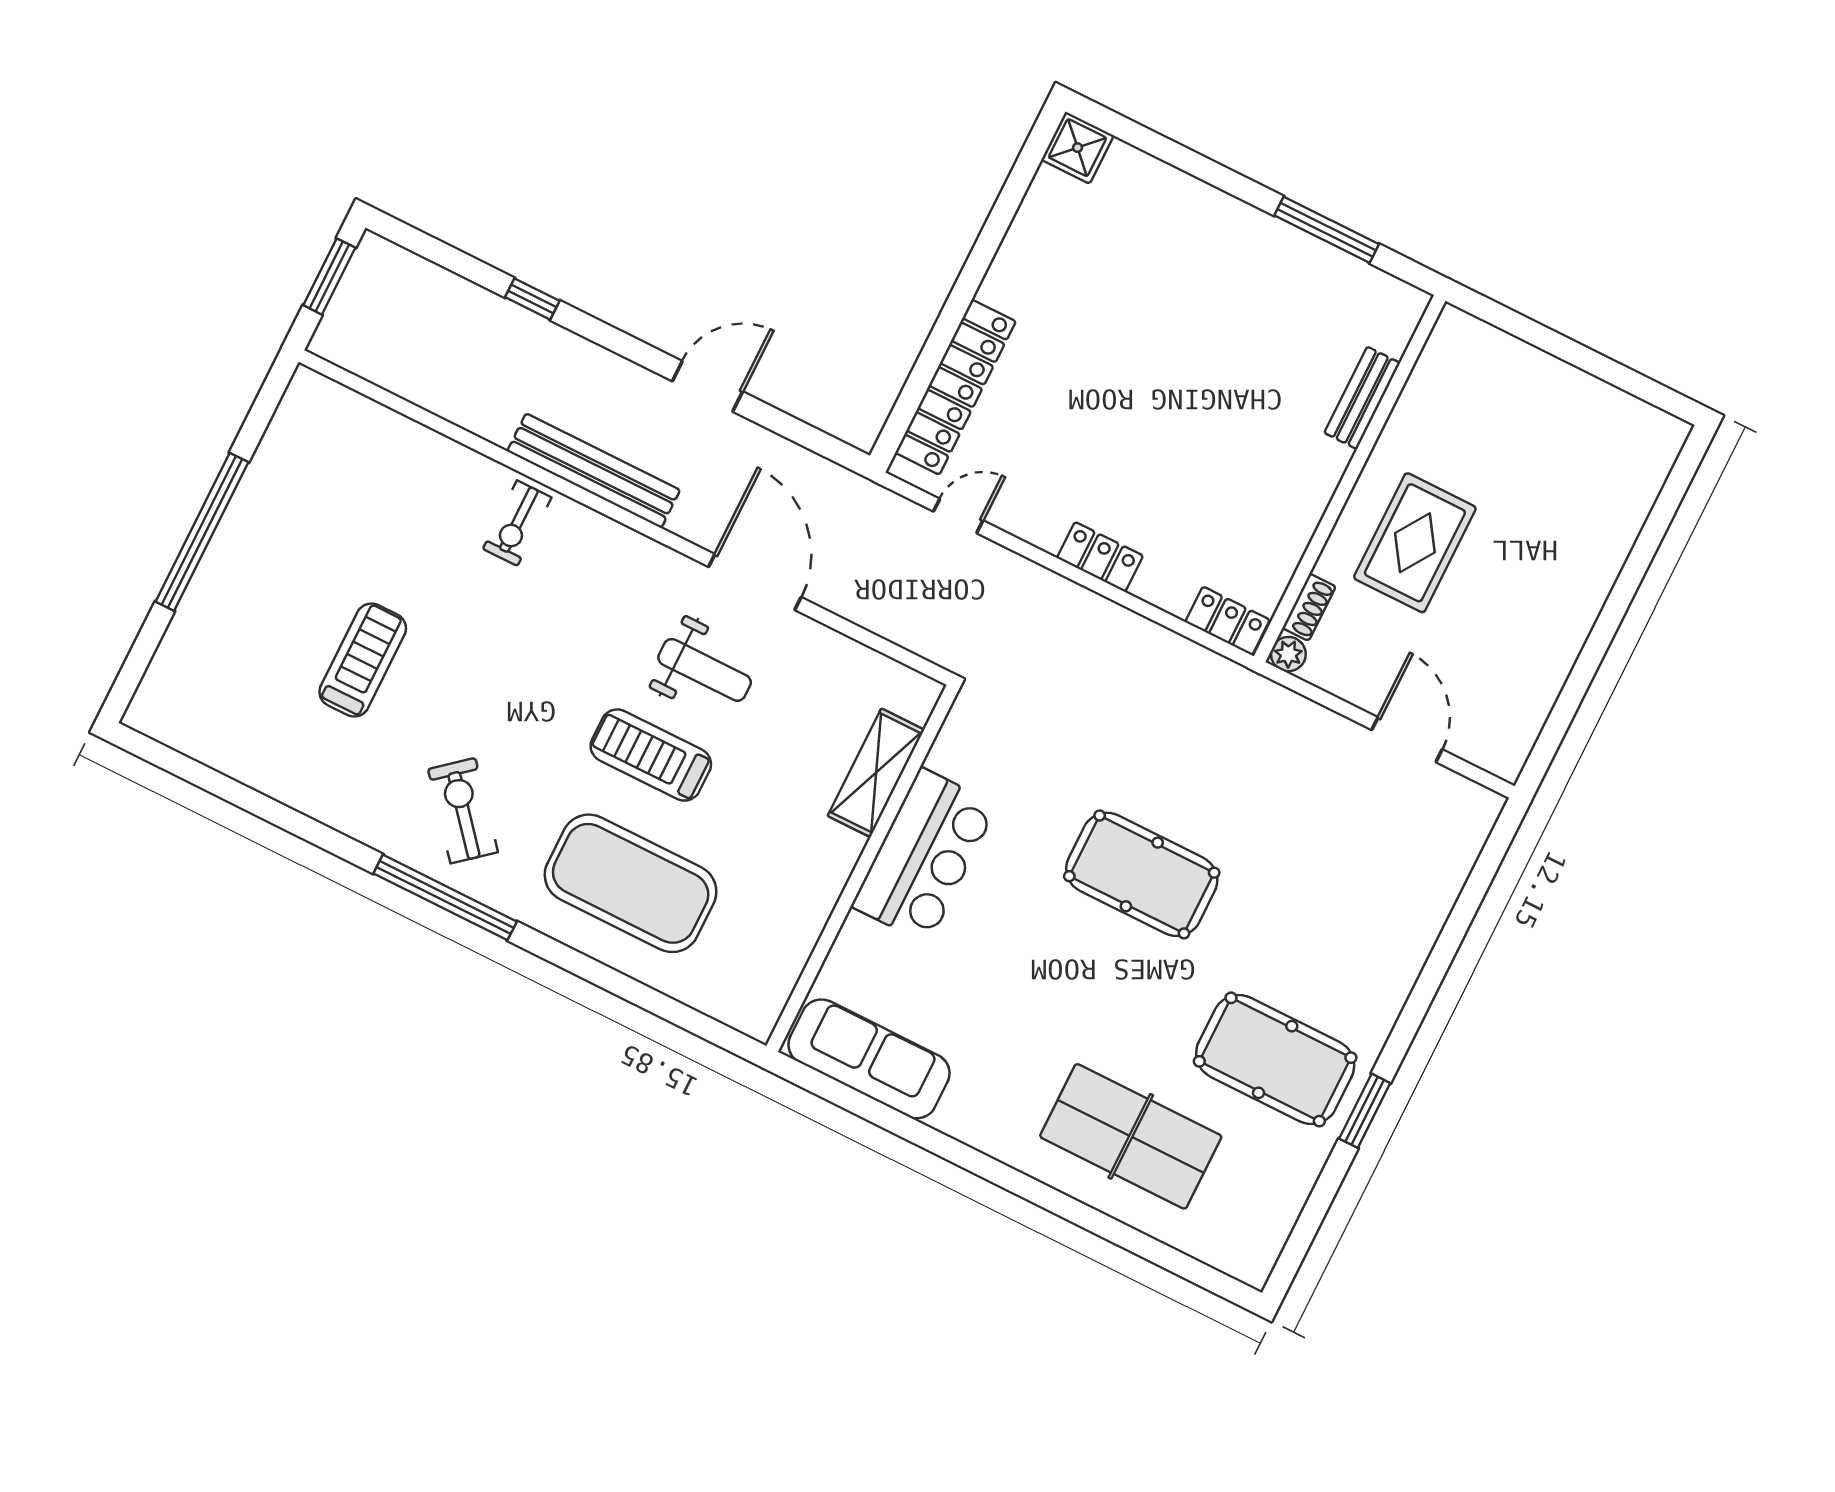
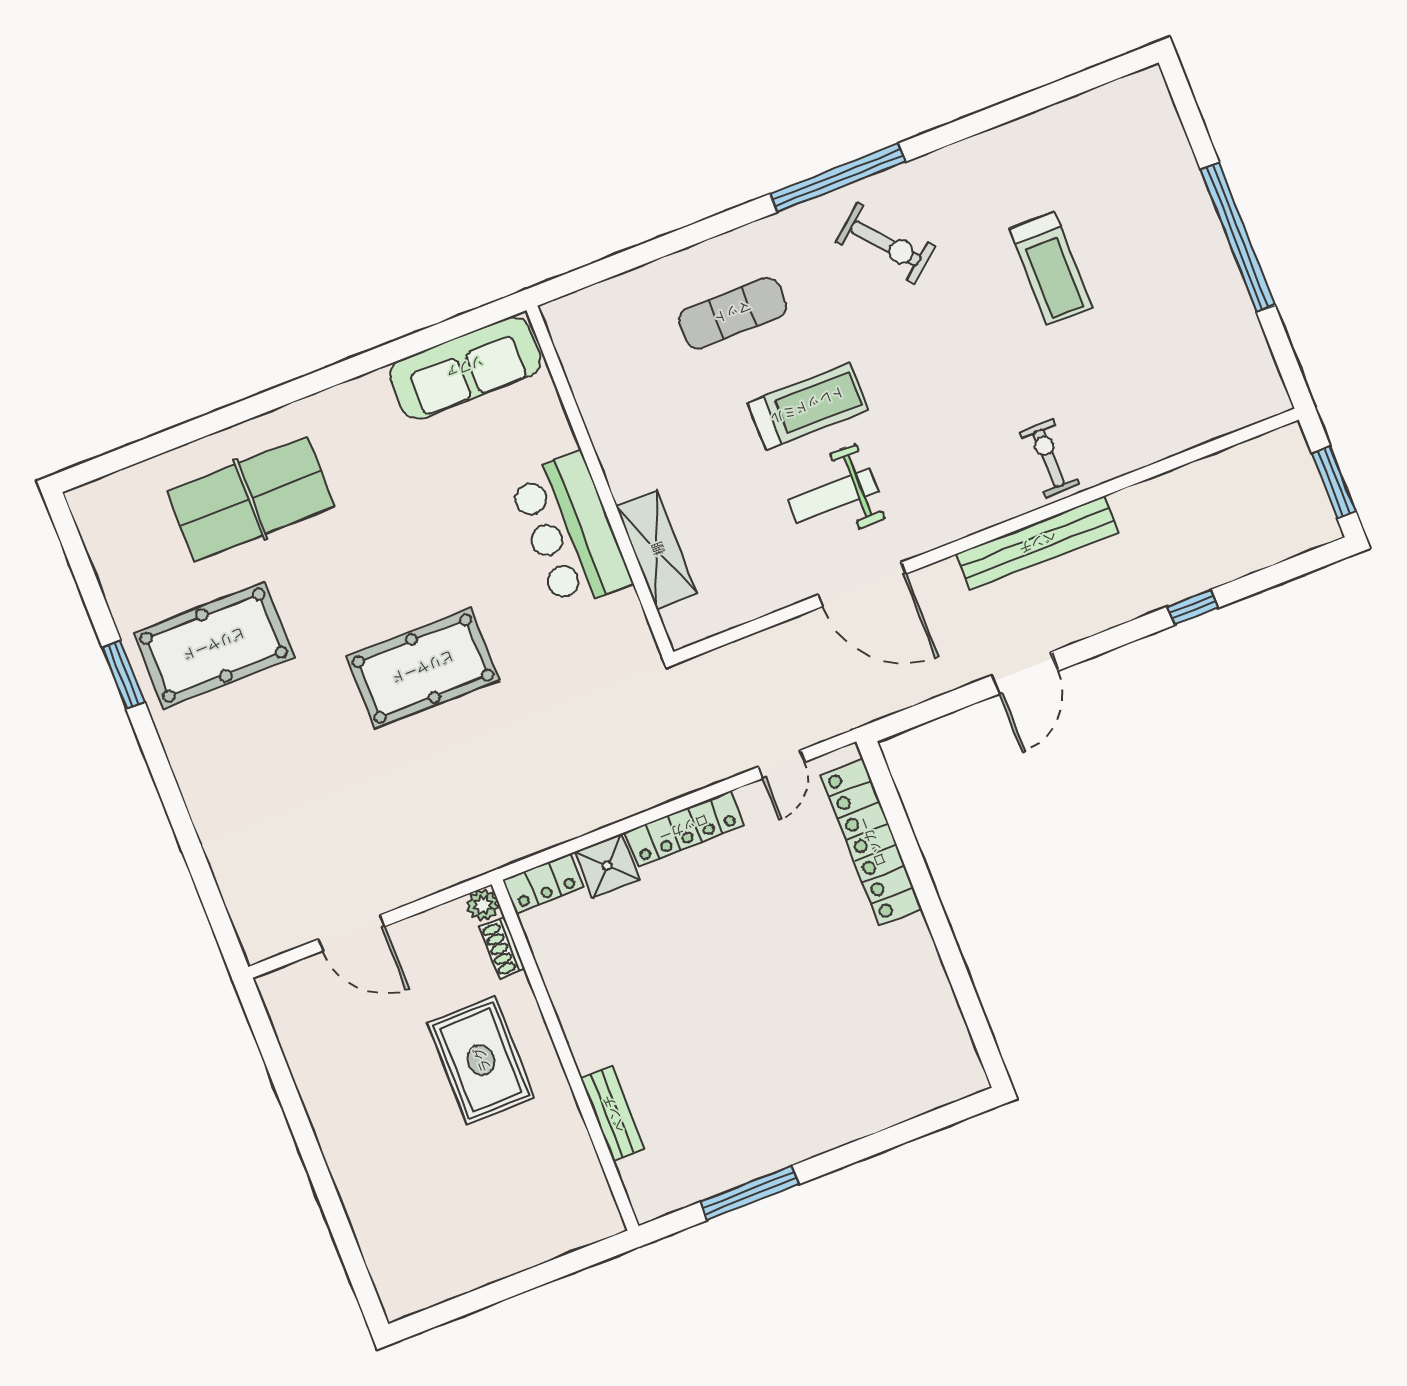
shower: (1077, 148) -> (607, 866), moved
locker: (1100, 557) -> (684, 829), width x1.53
exercise mat: (631, 883) -> (733, 313), width x0.50, depth x0.69

